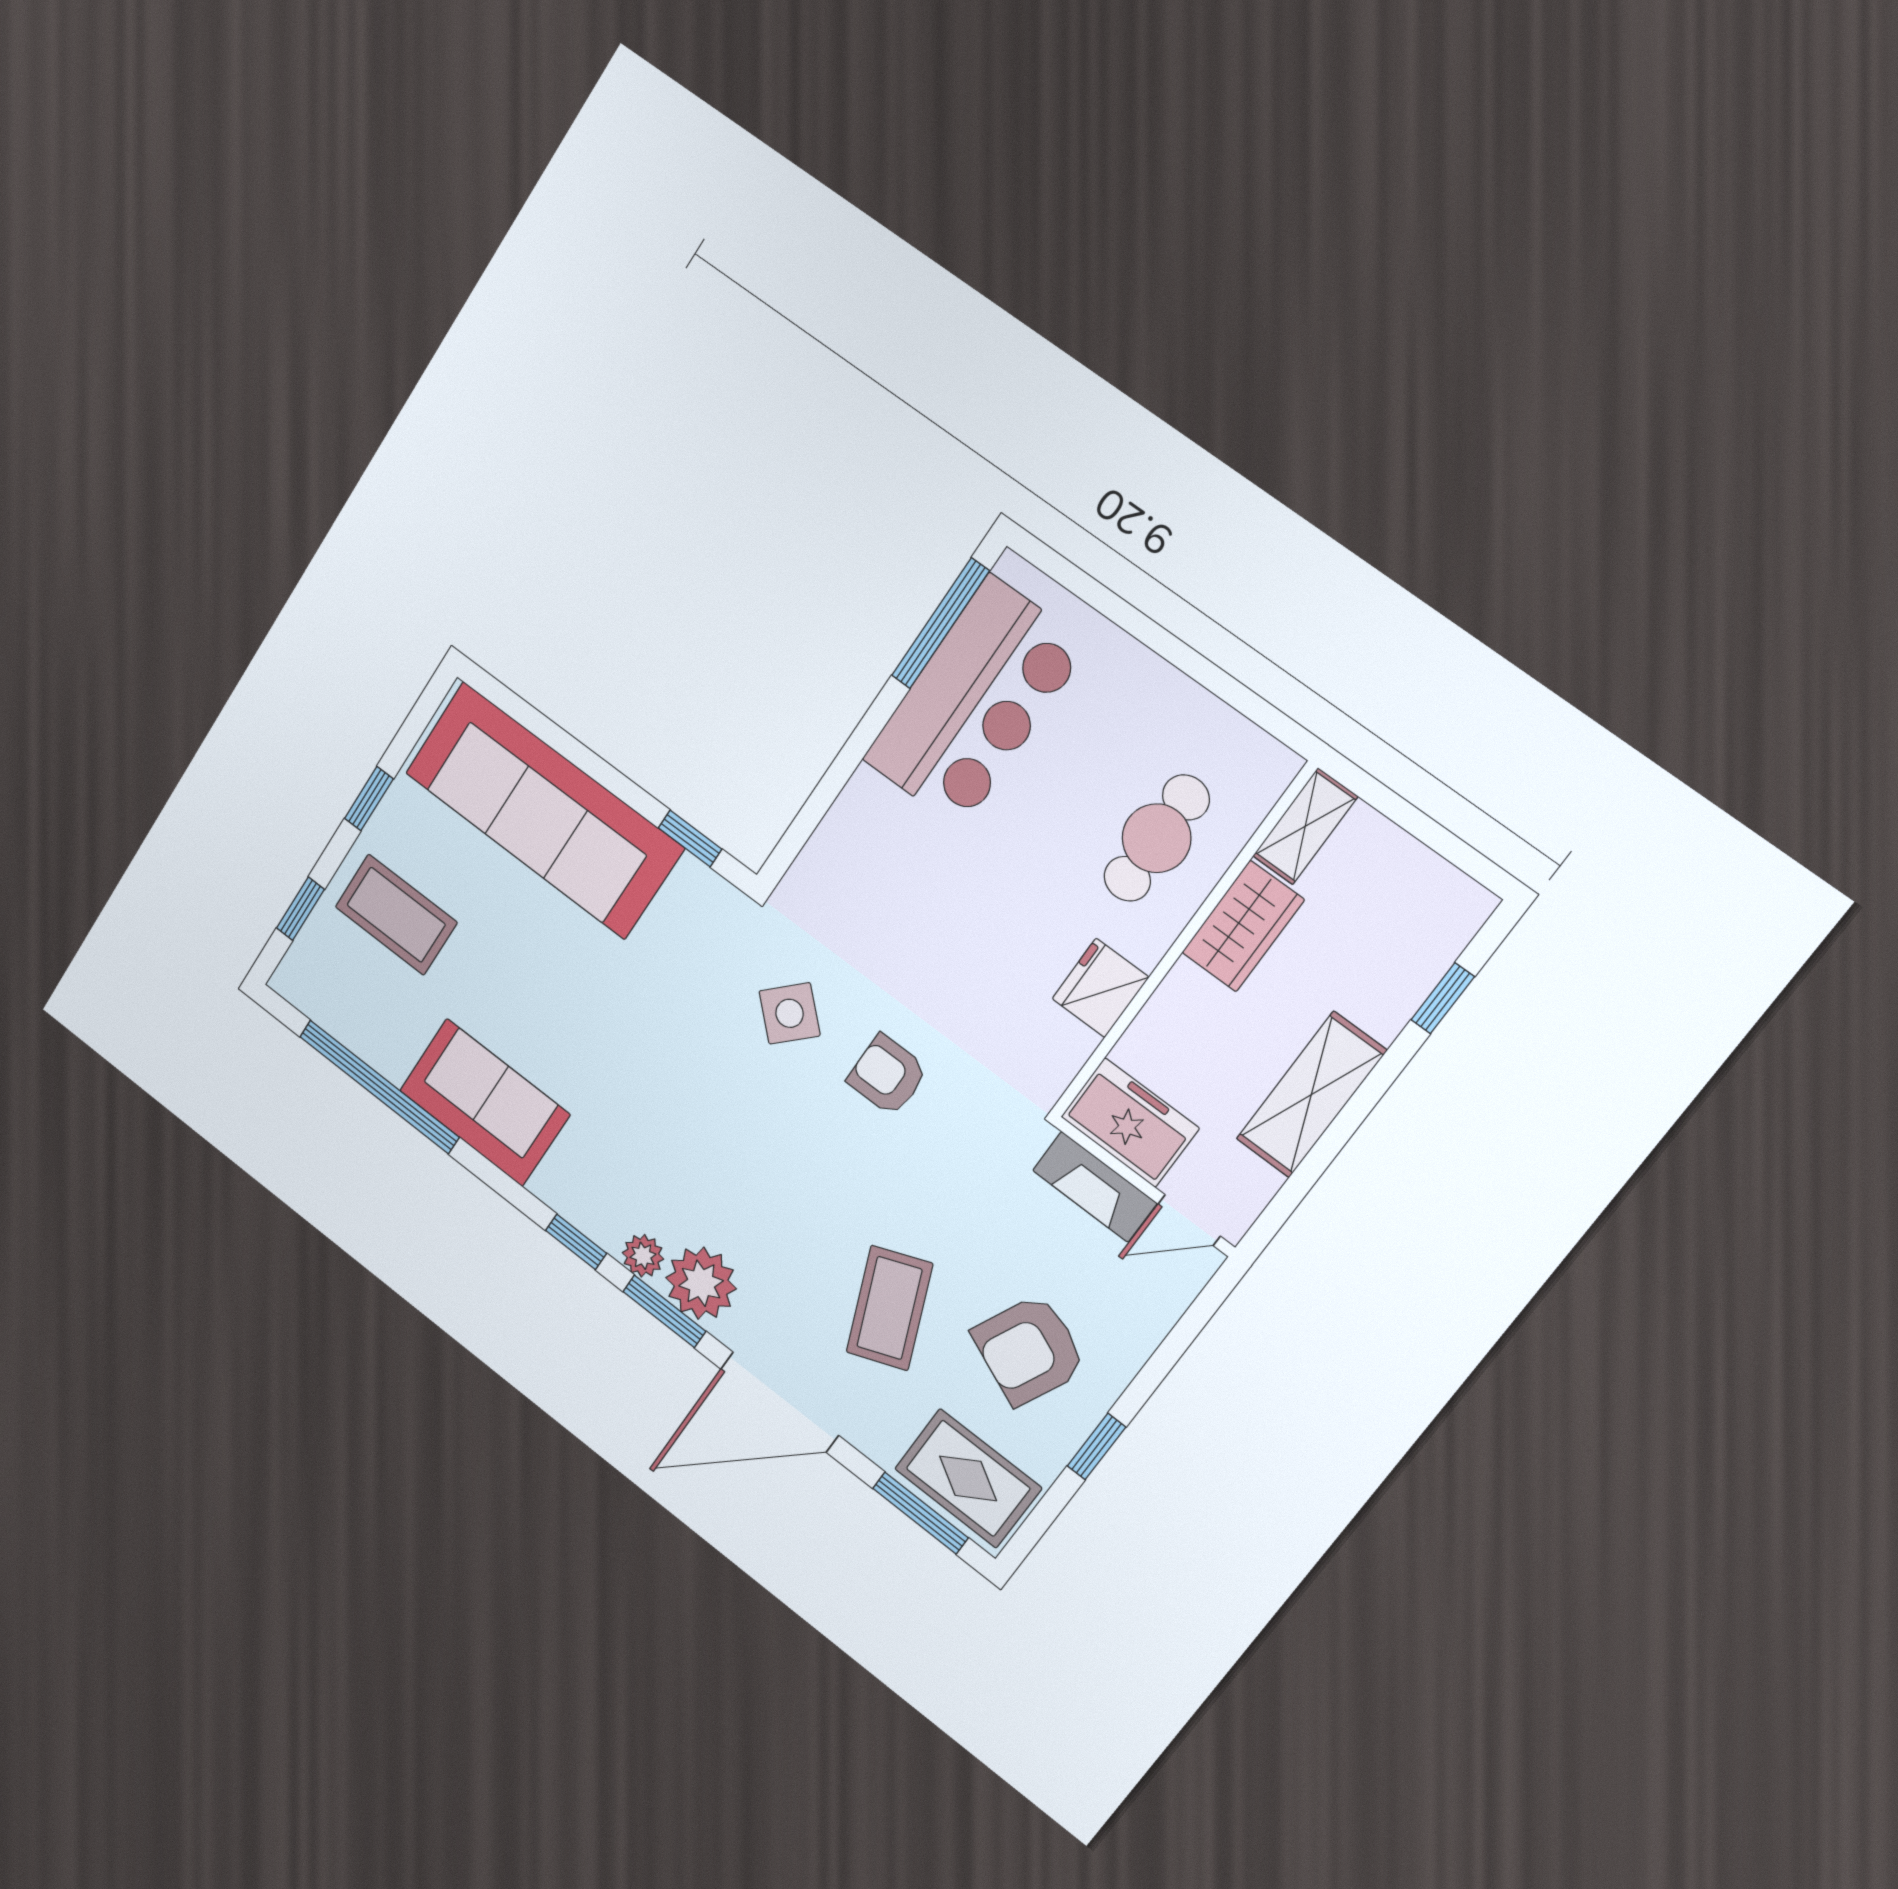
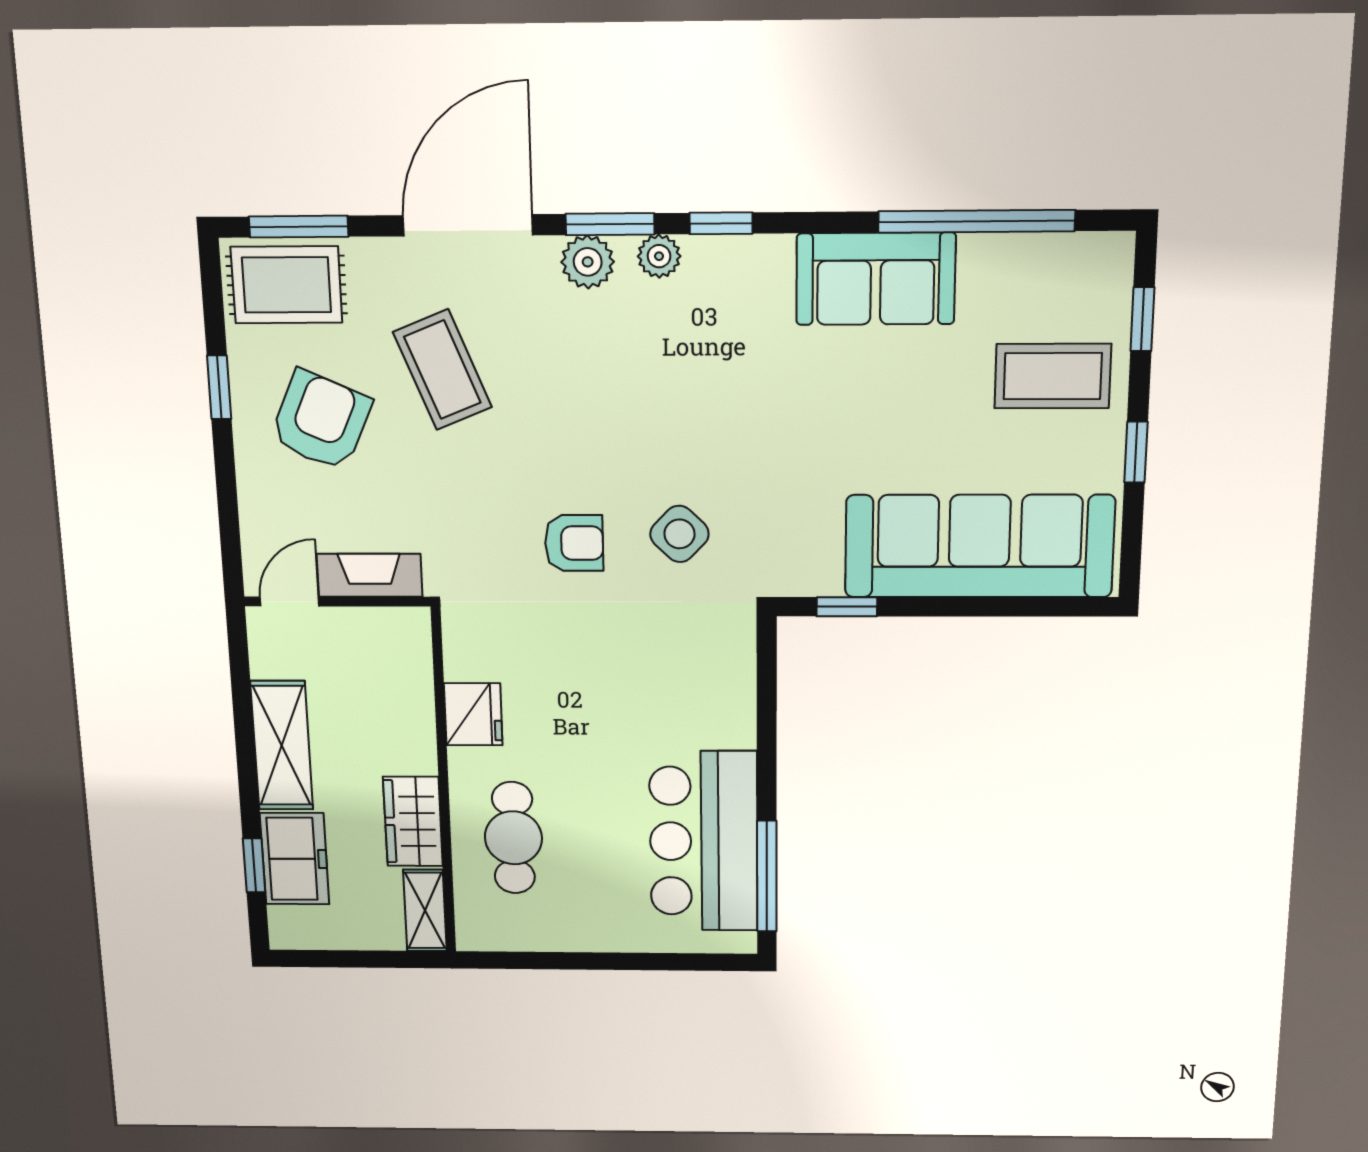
freezer: (1130, 1123) -> (295, 859), moved, turned -90
plant: (701, 1283) -> (588, 262), width x0.73, depth x0.73

